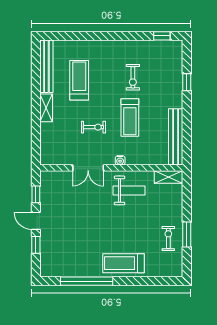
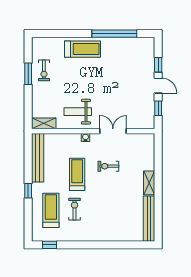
treadmill: (79, 80) -> (51, 210), moved, turned 180
window: (187, 82) -> (28, 191), moved

